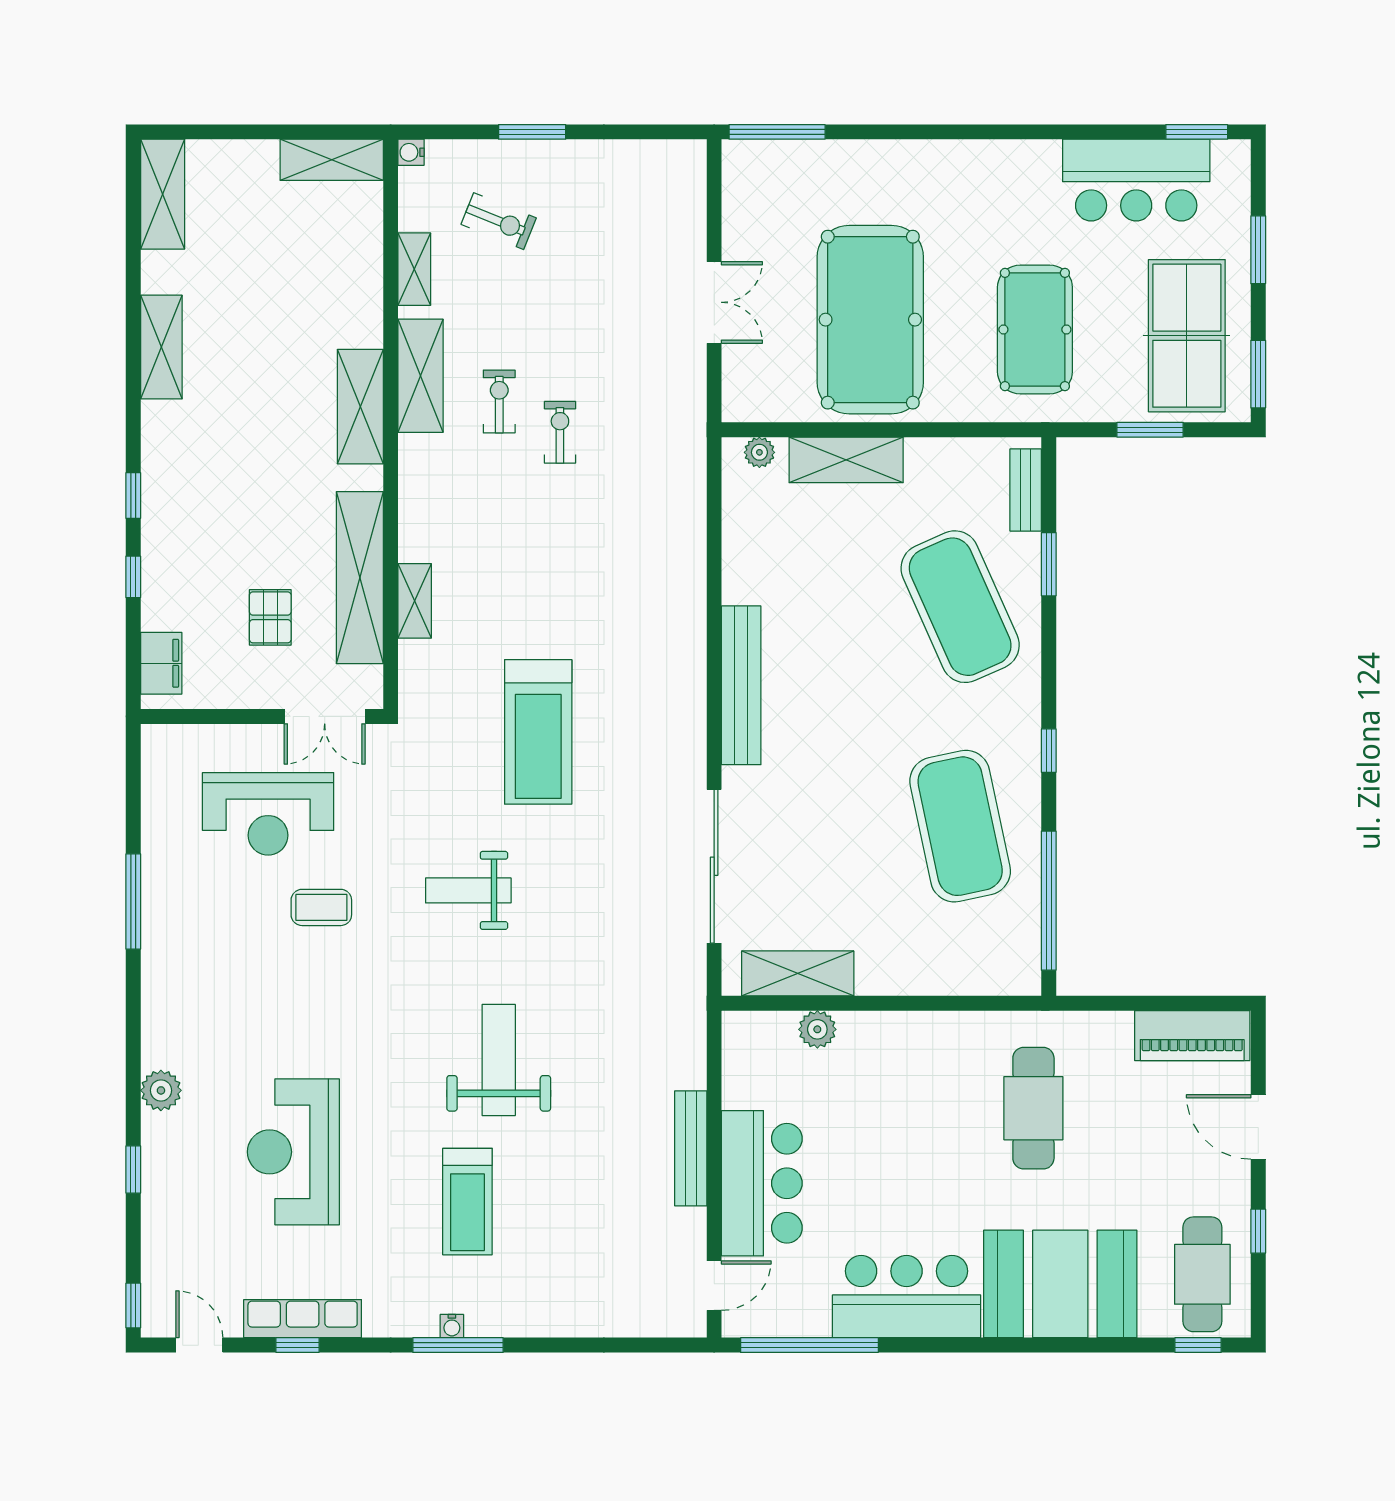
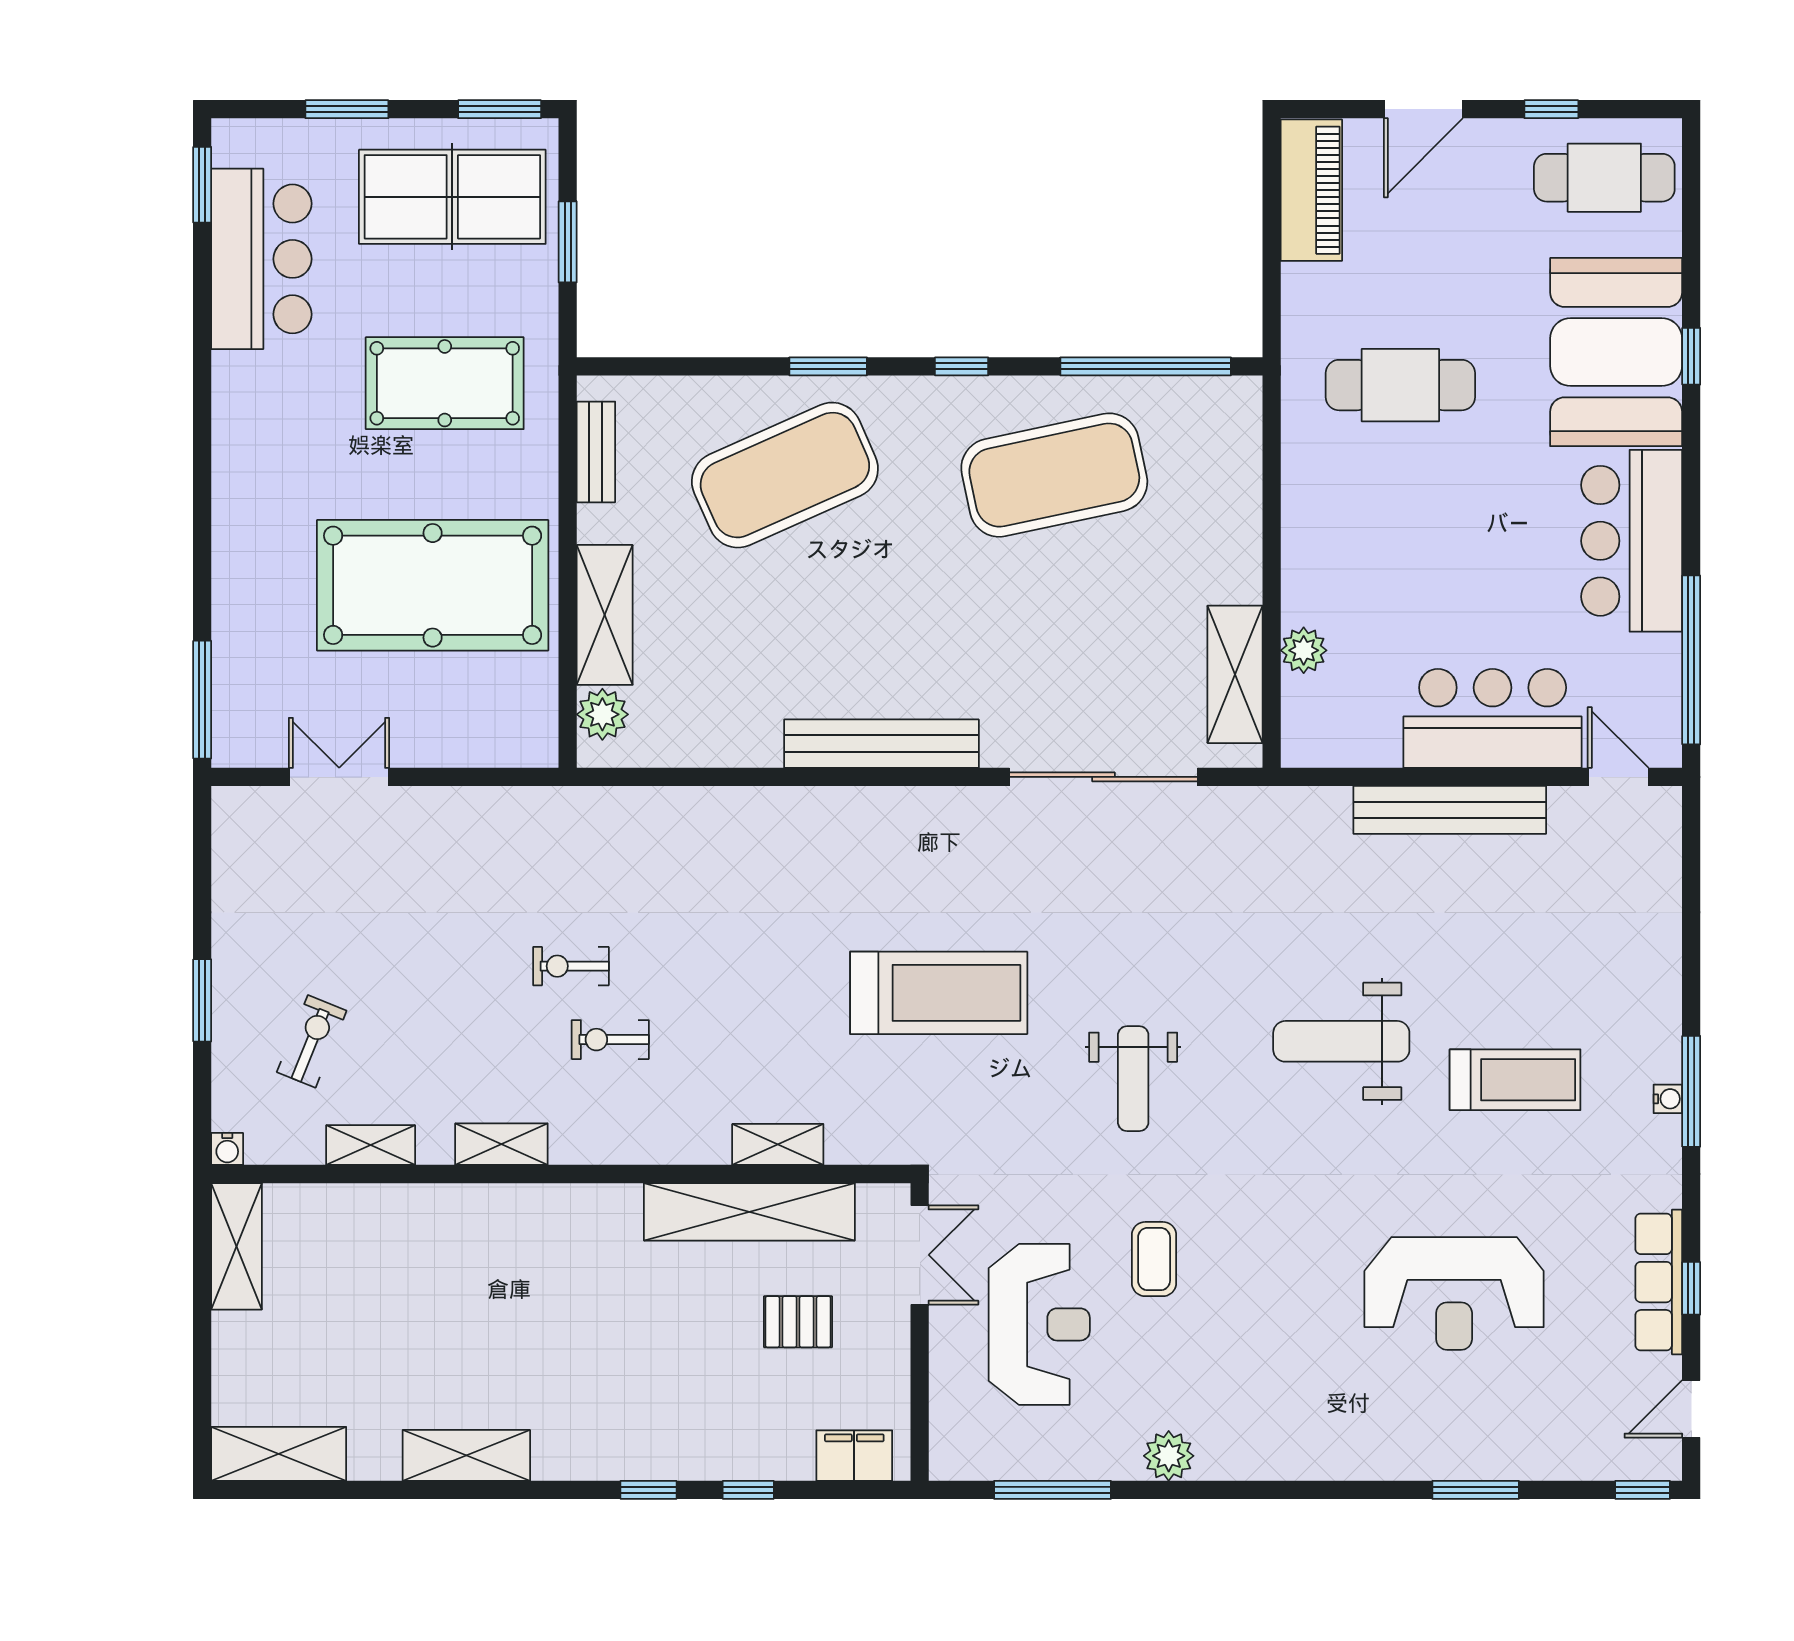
double door: (714, 302) -> (339, 777), moved
shelving: (421, 376) -> (501, 1144), width x0.67, depth x0.75
exercise bike: (499, 402) -> (610, 1040), moved
shelving: (360, 407) -> (539, 1211), removed
plant: (759, 452) -> (602, 714), width x1.38, depth x1.38
bench: (1026, 490) -> (596, 452), moved, turned 90
window: (1049, 564) -> (828, 366), moved
window: (133, 901) -> (1052, 1490), moved
plant: (161, 1090) -> (1169, 1456), moved
bench: (691, 1148) -> (1450, 810), width x1.37, depth x1.21
window: (133, 1169) -> (1476, 1490), width x1.50
window: (1198, 1345) -> (1691, 356), moved

